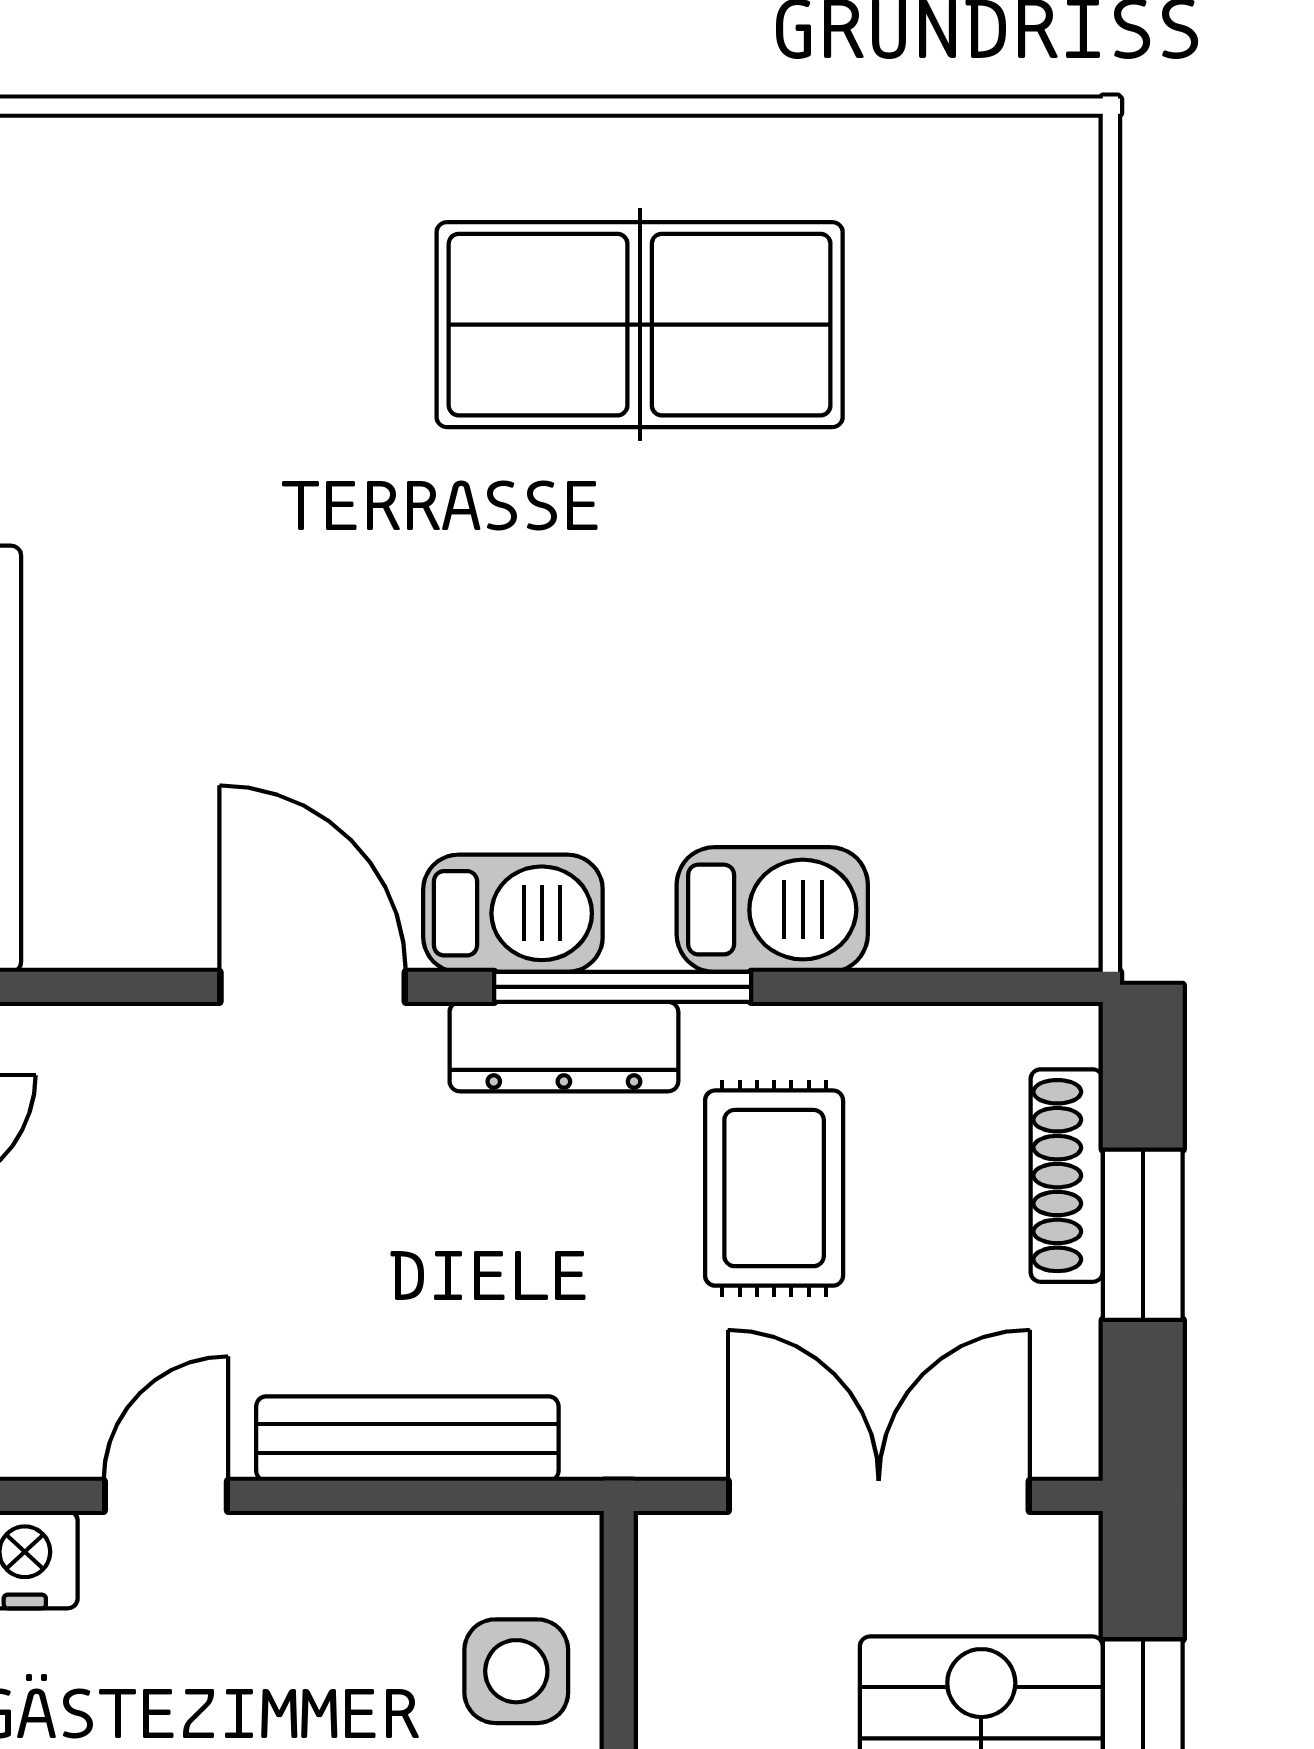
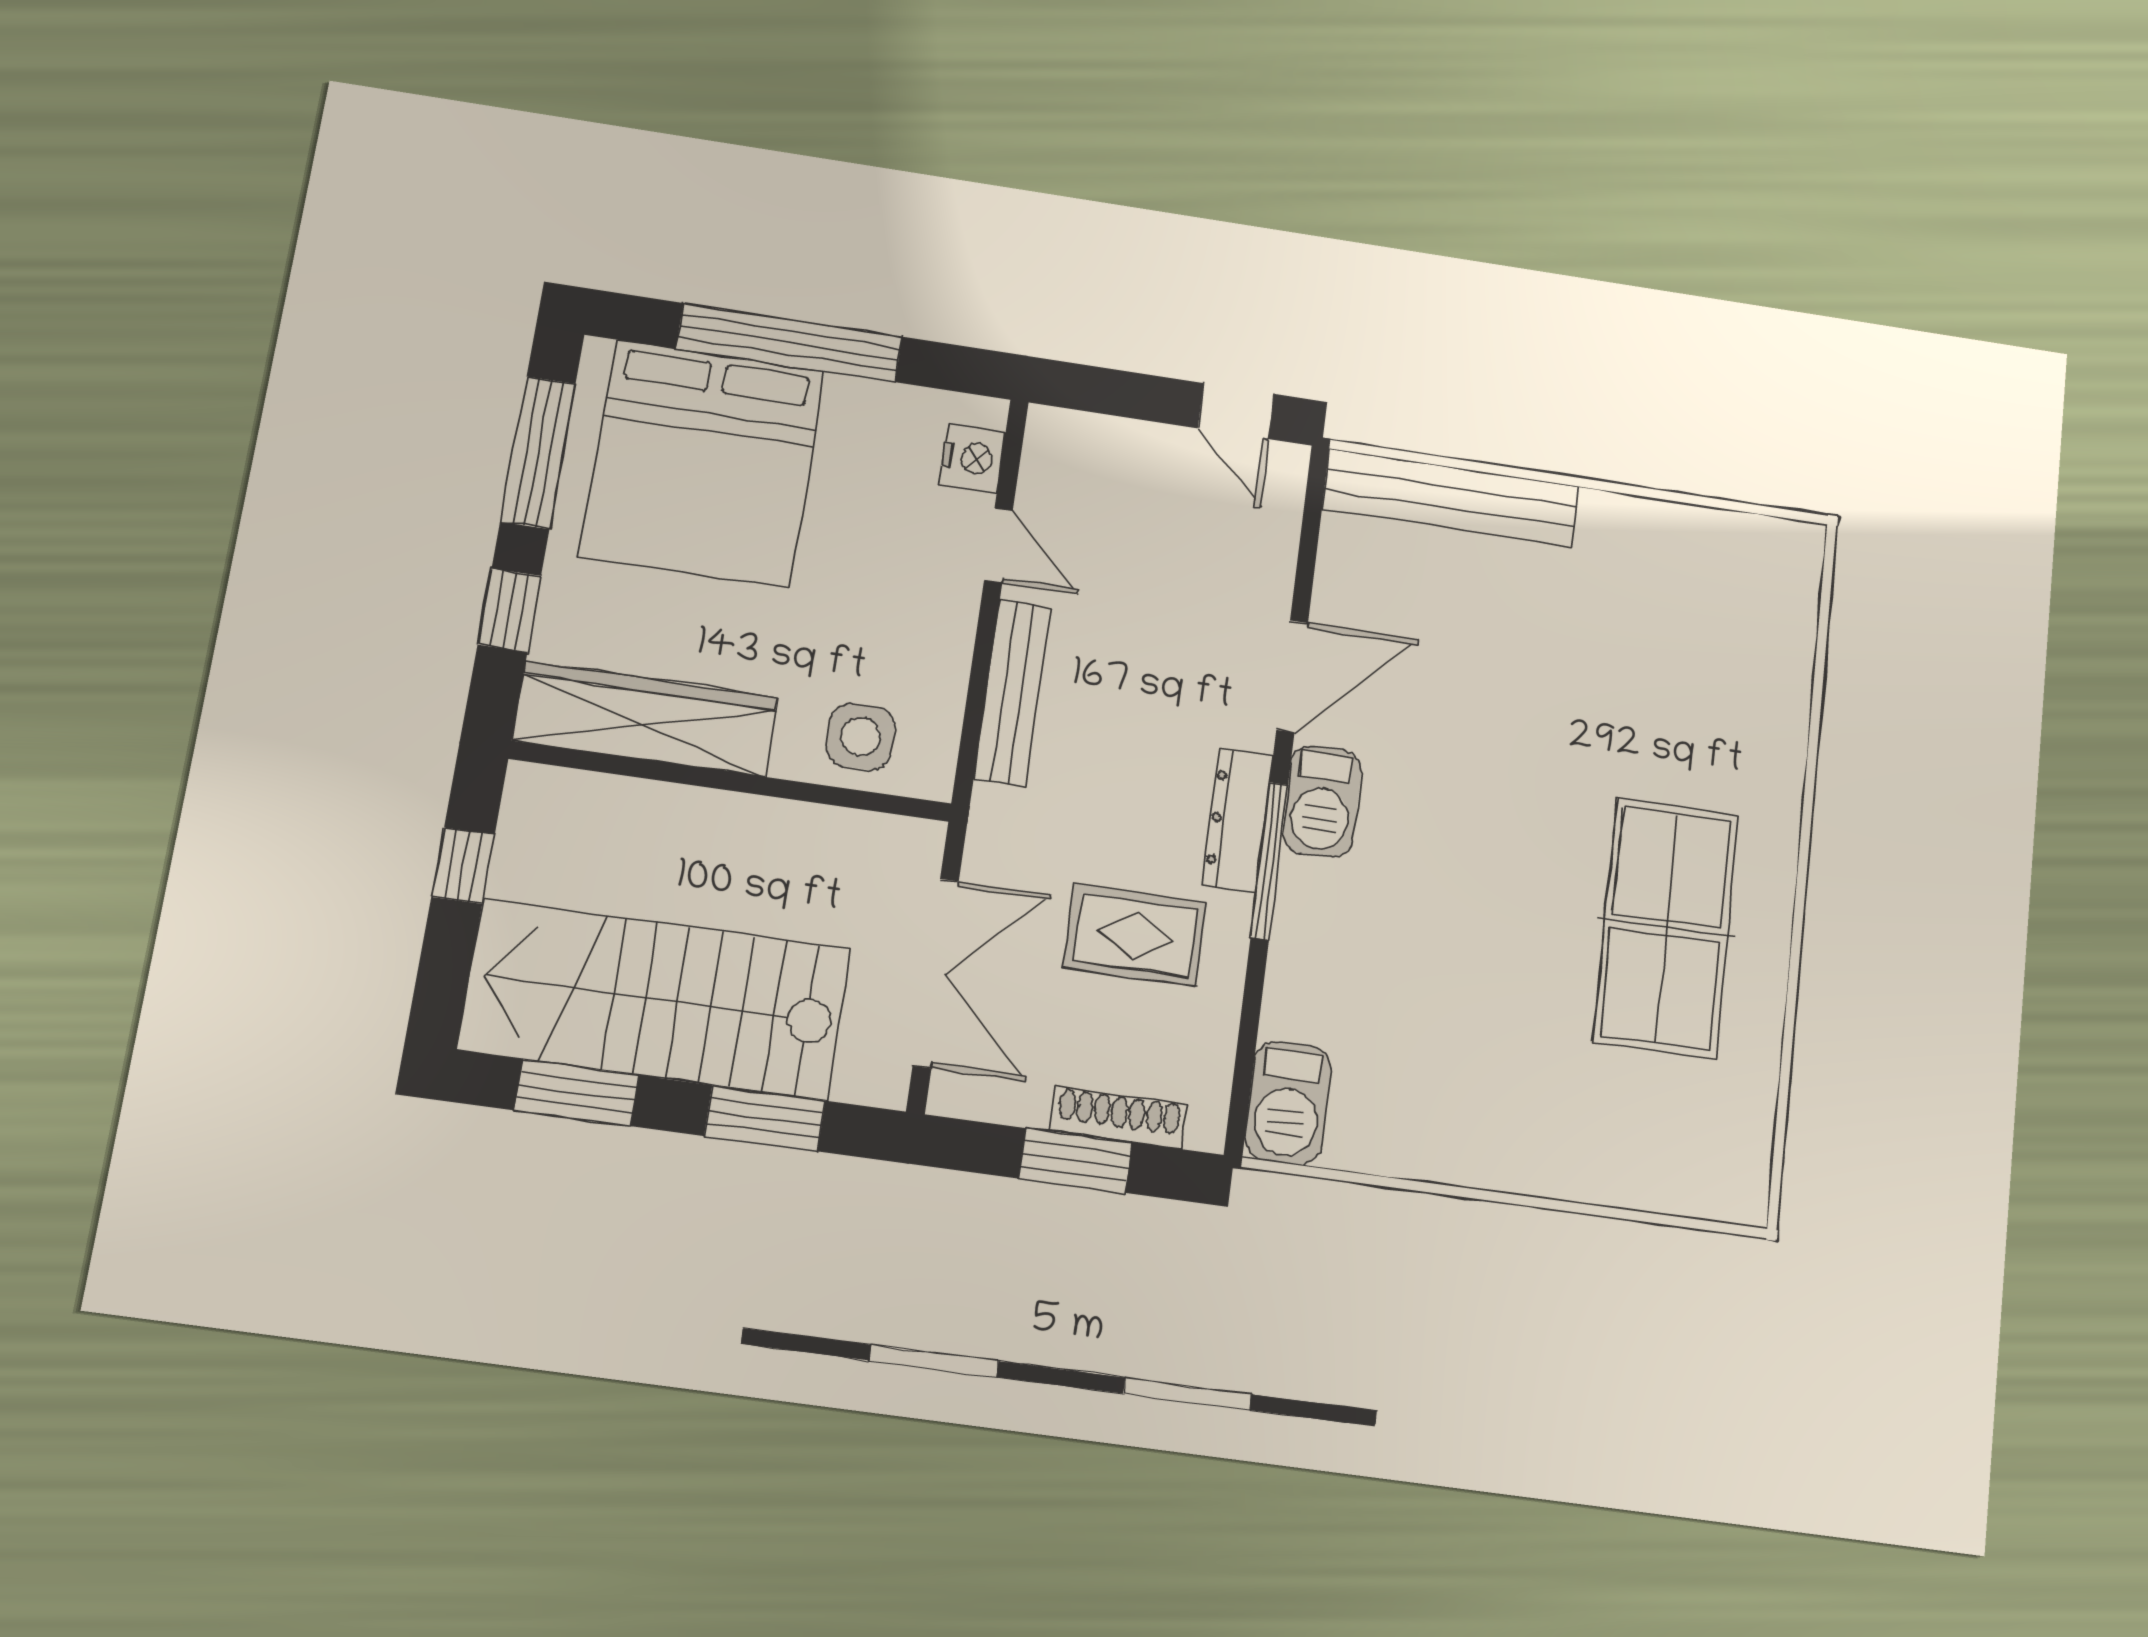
barbecue: (772, 910) -> (1288, 1103), moved

